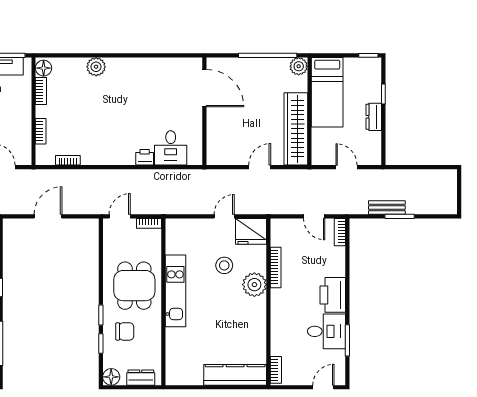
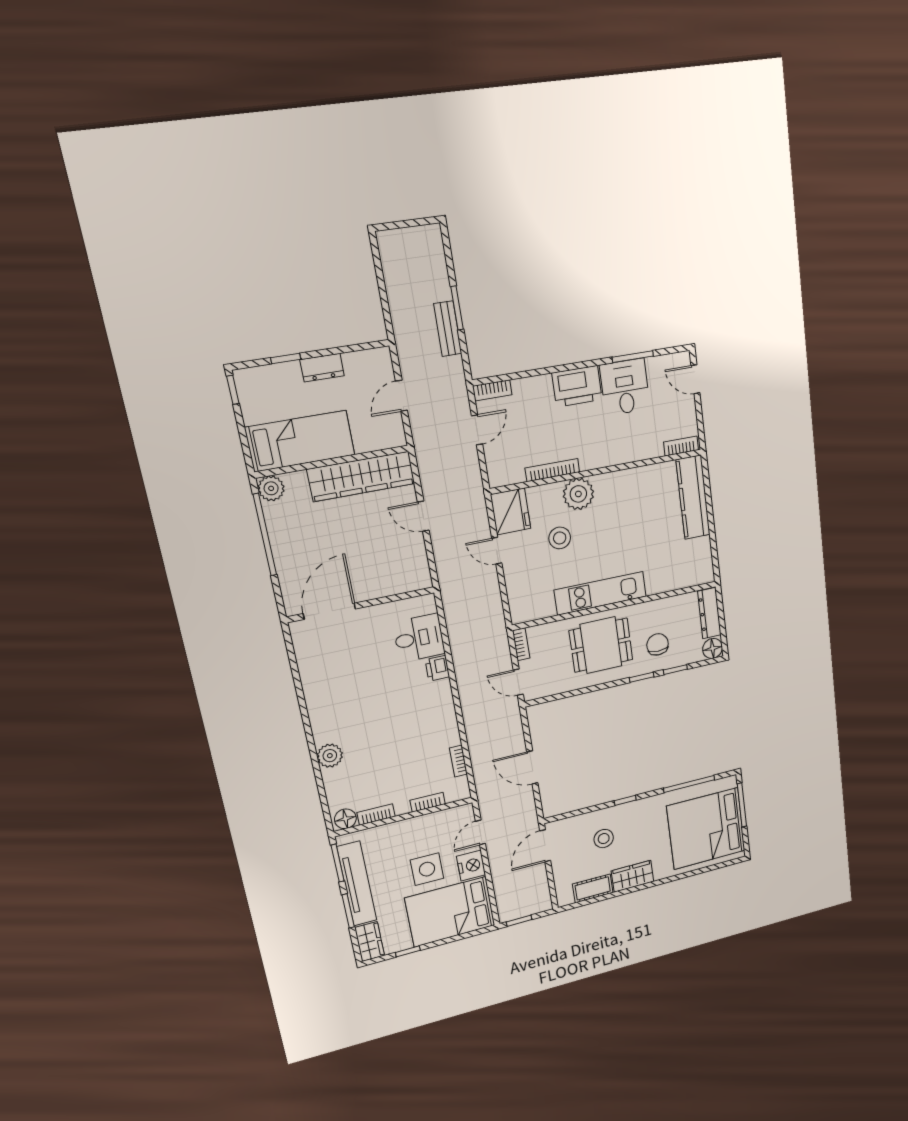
dresser: (141, 378) -> (709, 613), width x1.44

